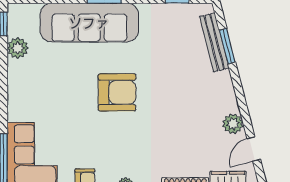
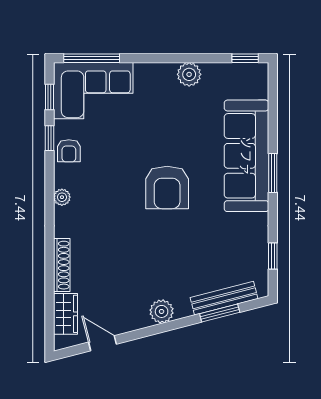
plant: (18, 48) -> (189, 74), moved
plant: (233, 124) -> (162, 311), moved

